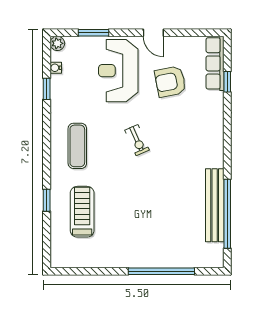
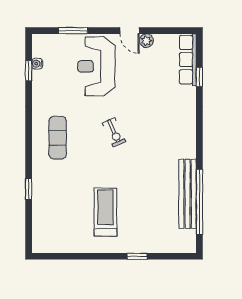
plant: (57, 43) -> (146, 41), moved
armchair: (170, 82) -> (146, 77), removed
window: (47, 89) -> (29, 71), moved
treadmill: (82, 212) -> (105, 212), moved
window: (161, 271) -> (137, 256), width x0.32

